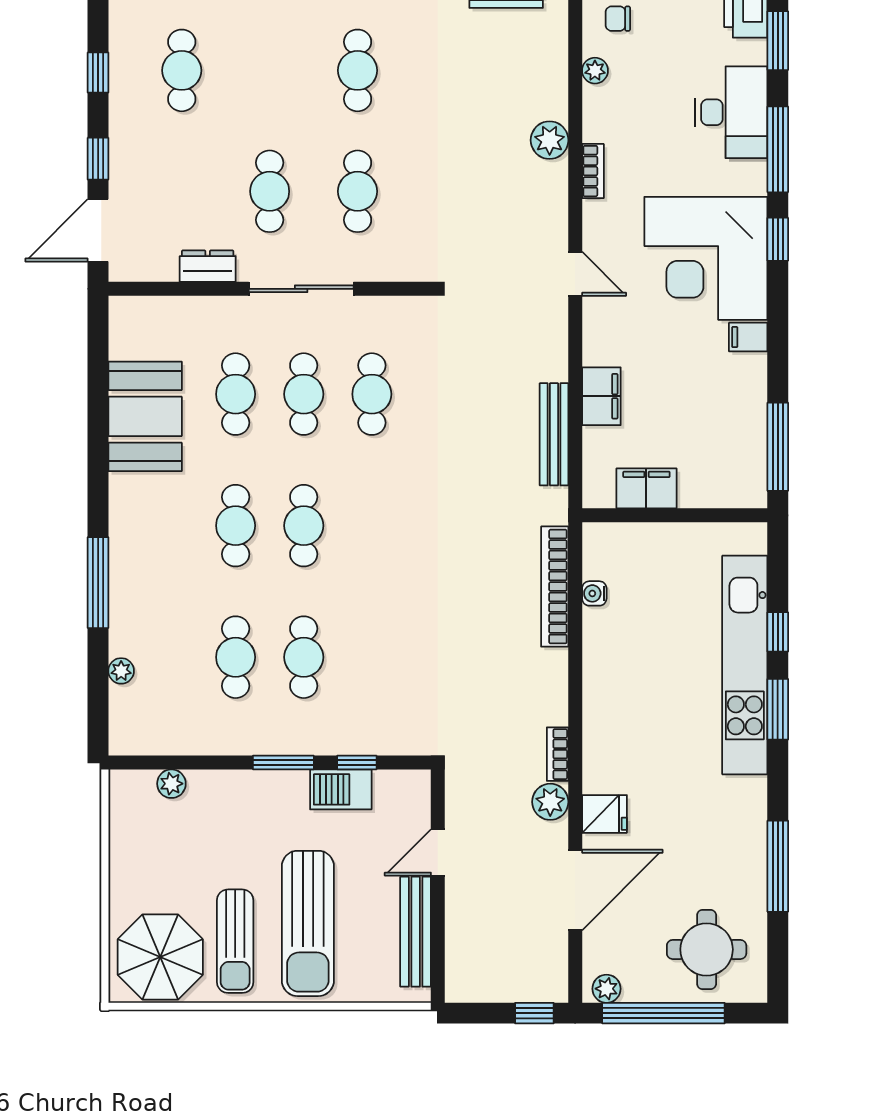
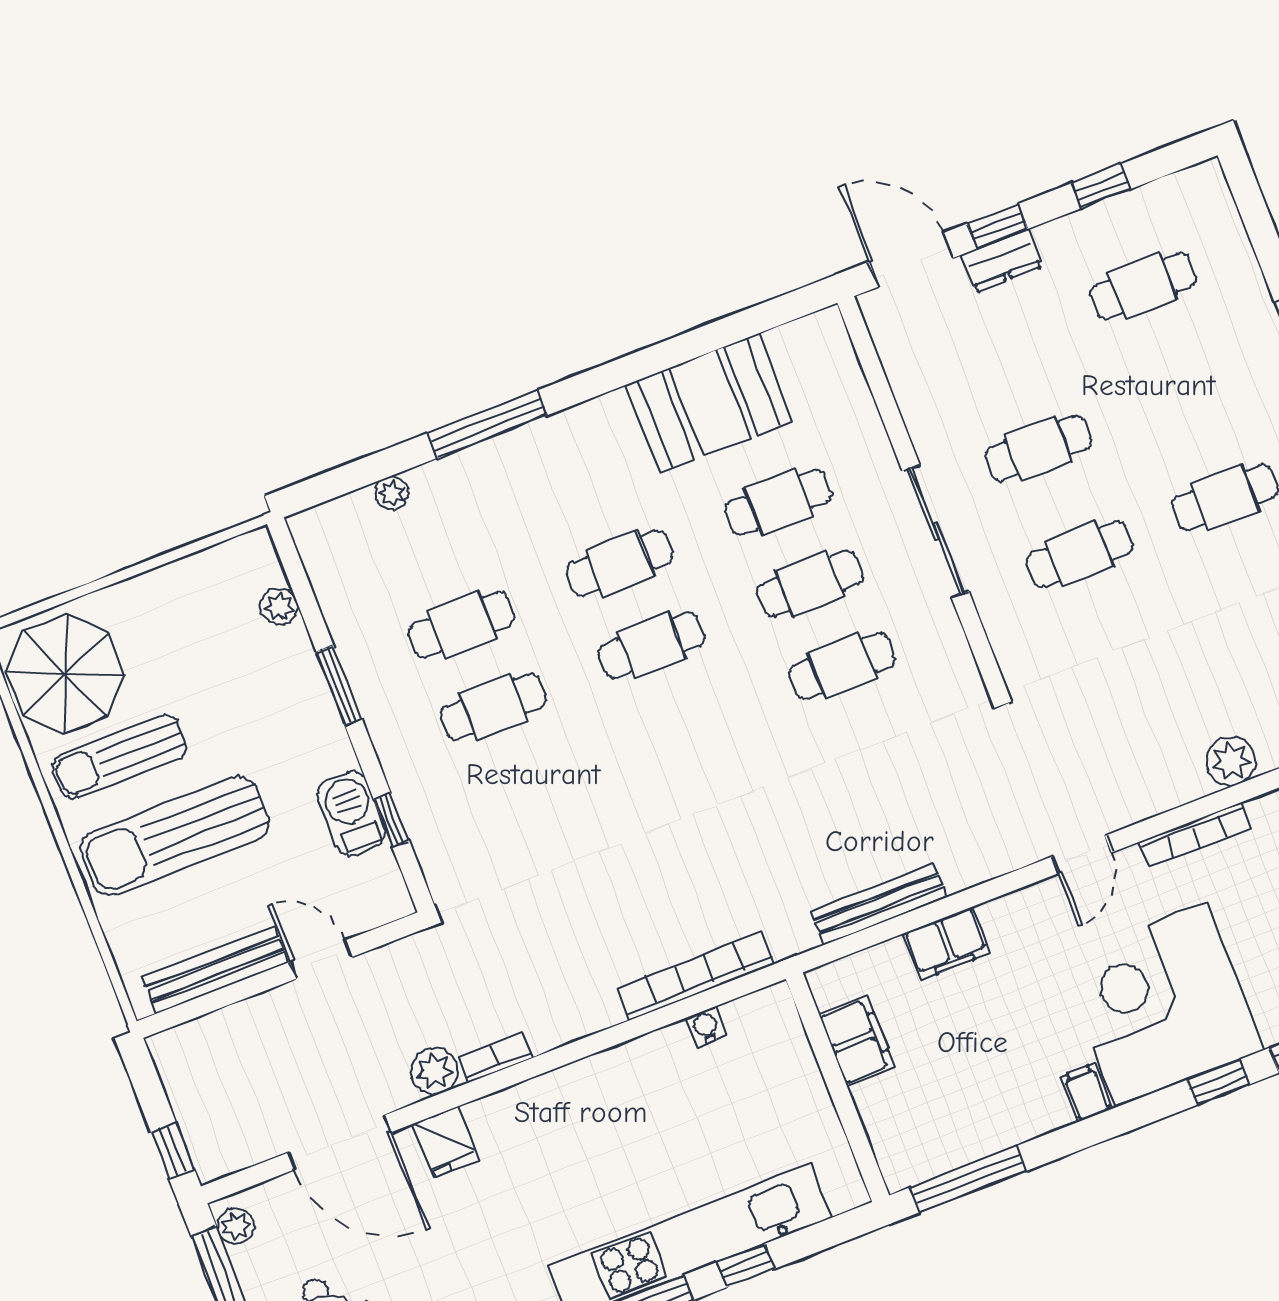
bookcase: (593, 171) -> (1195, 835), width x1.56
dresser: (208, 266) -> (1002, 261), moved, turned 90
window: (283, 763) -> (339, 685), moved

